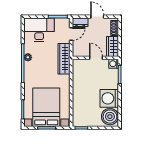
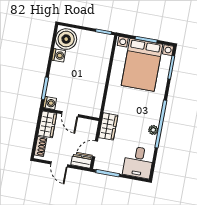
desk: (39, 30) -> (138, 162), width x0.73
wardrobe: (64, 59) -> (108, 126), width x0.67
washing machine: (109, 98) -> (59, 55), width x0.53, depth x0.53

